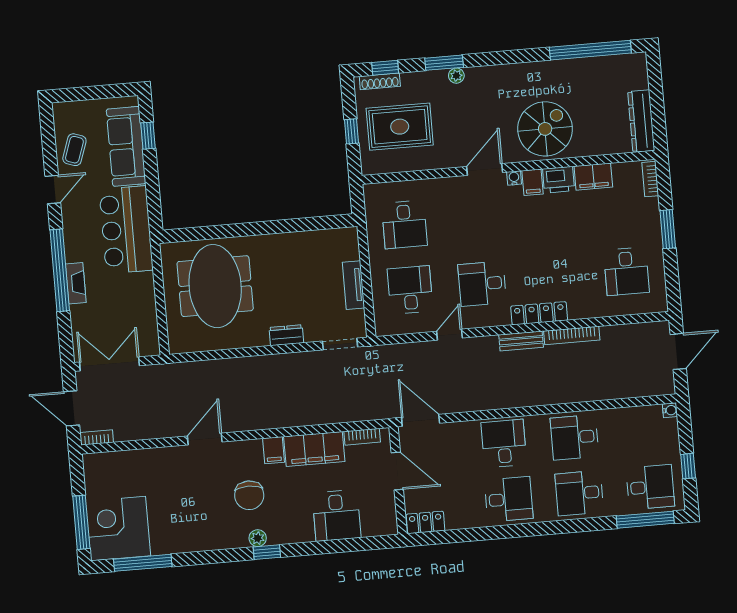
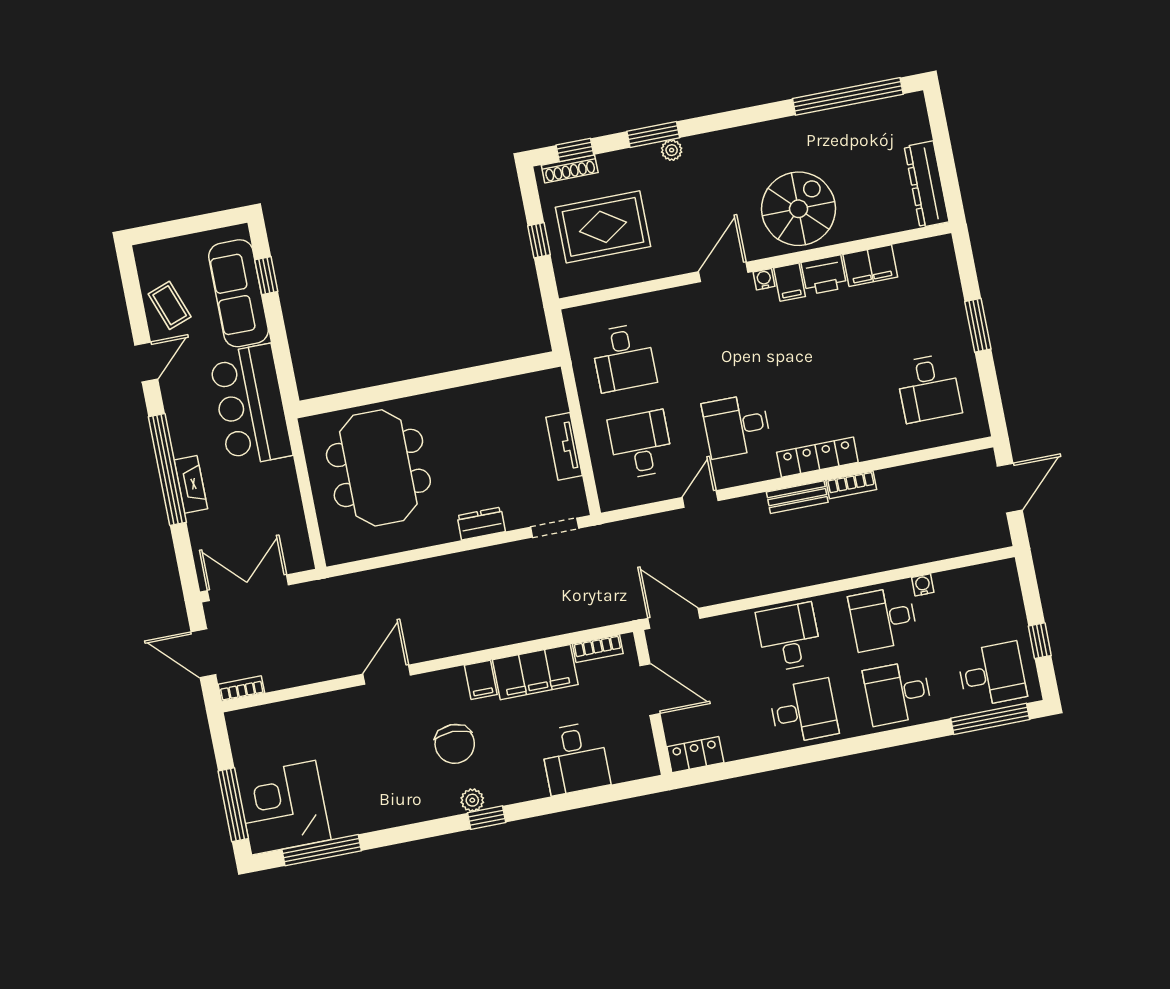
coffee table: (74, 150) -> (170, 305), turned -39
bookcase: (650, 179) -> (947, 261), removed
bookcase: (572, 335) -> (851, 485), width x0.64
water cooler: (670, 410) -> (923, 585), moved, turned -90

